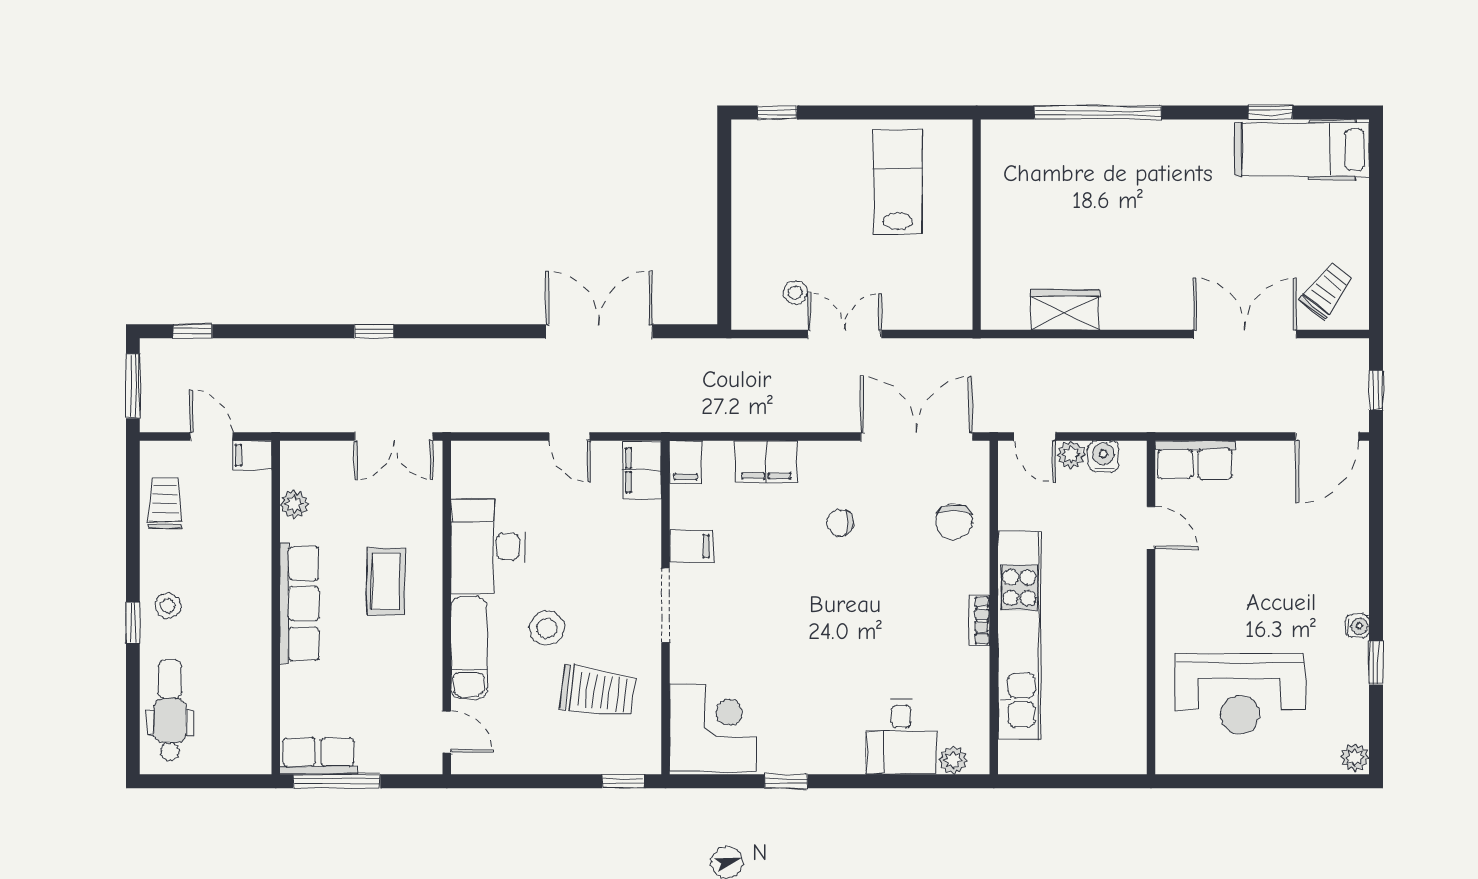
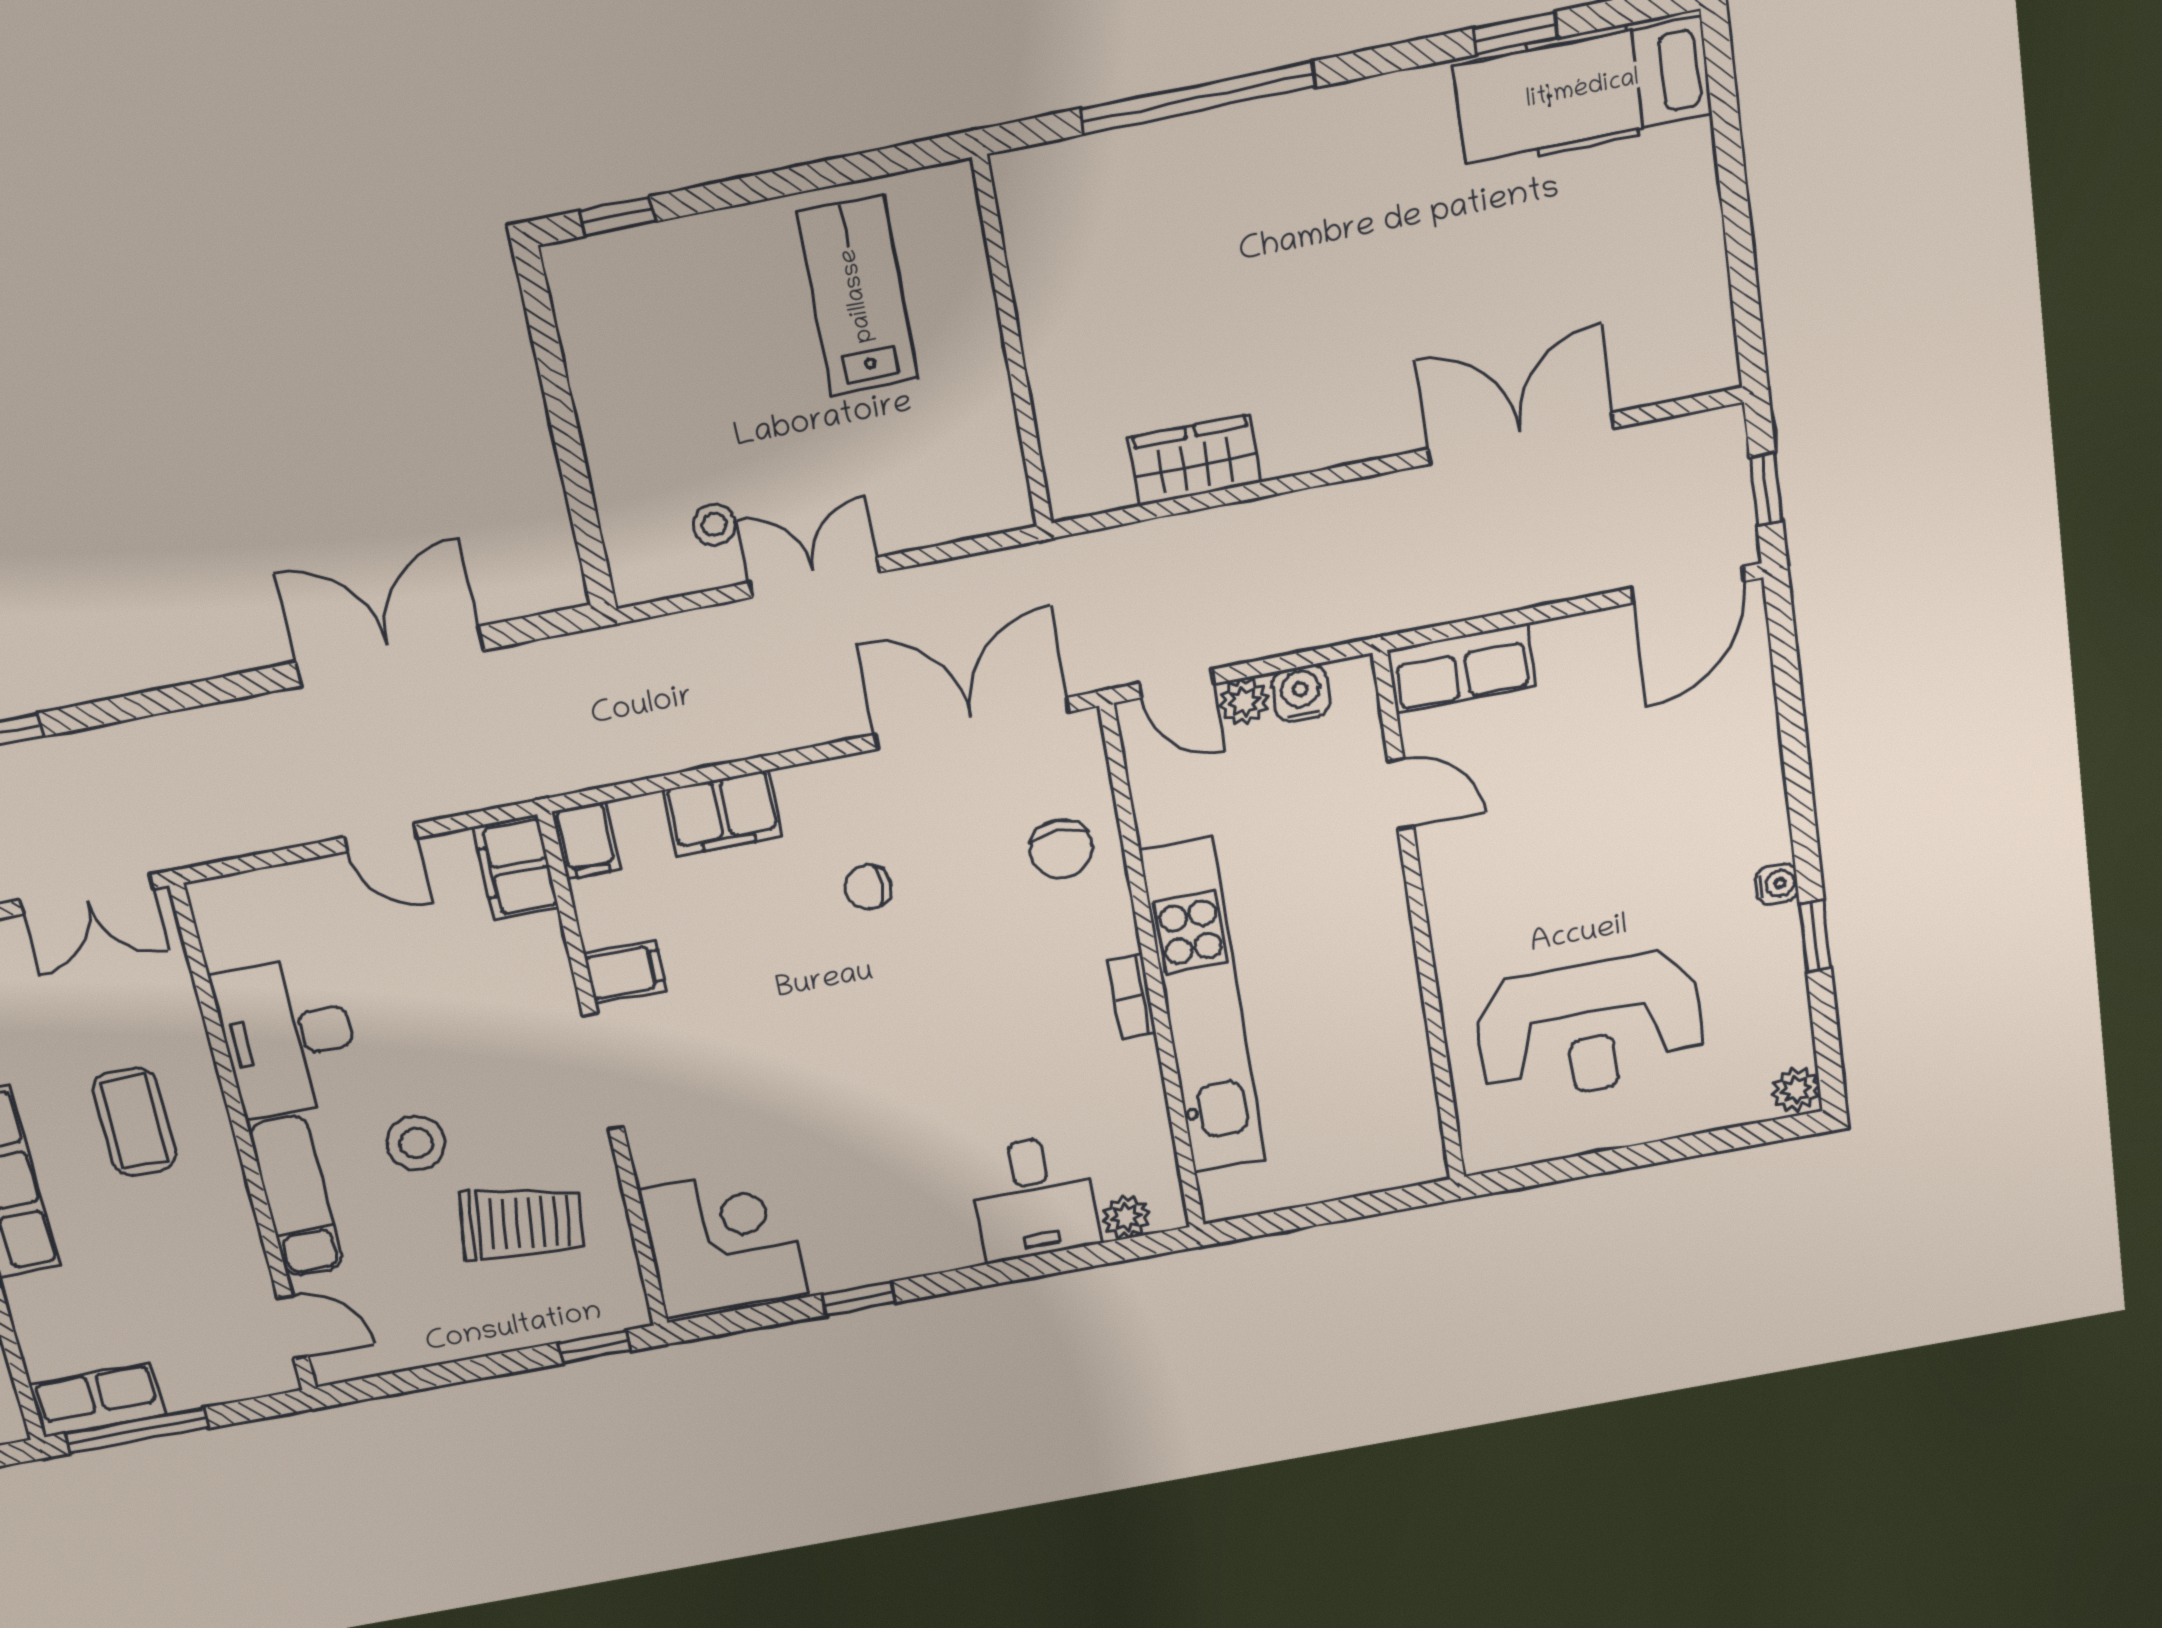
trolley: (1327, 290) -> (1658, 333), removed

